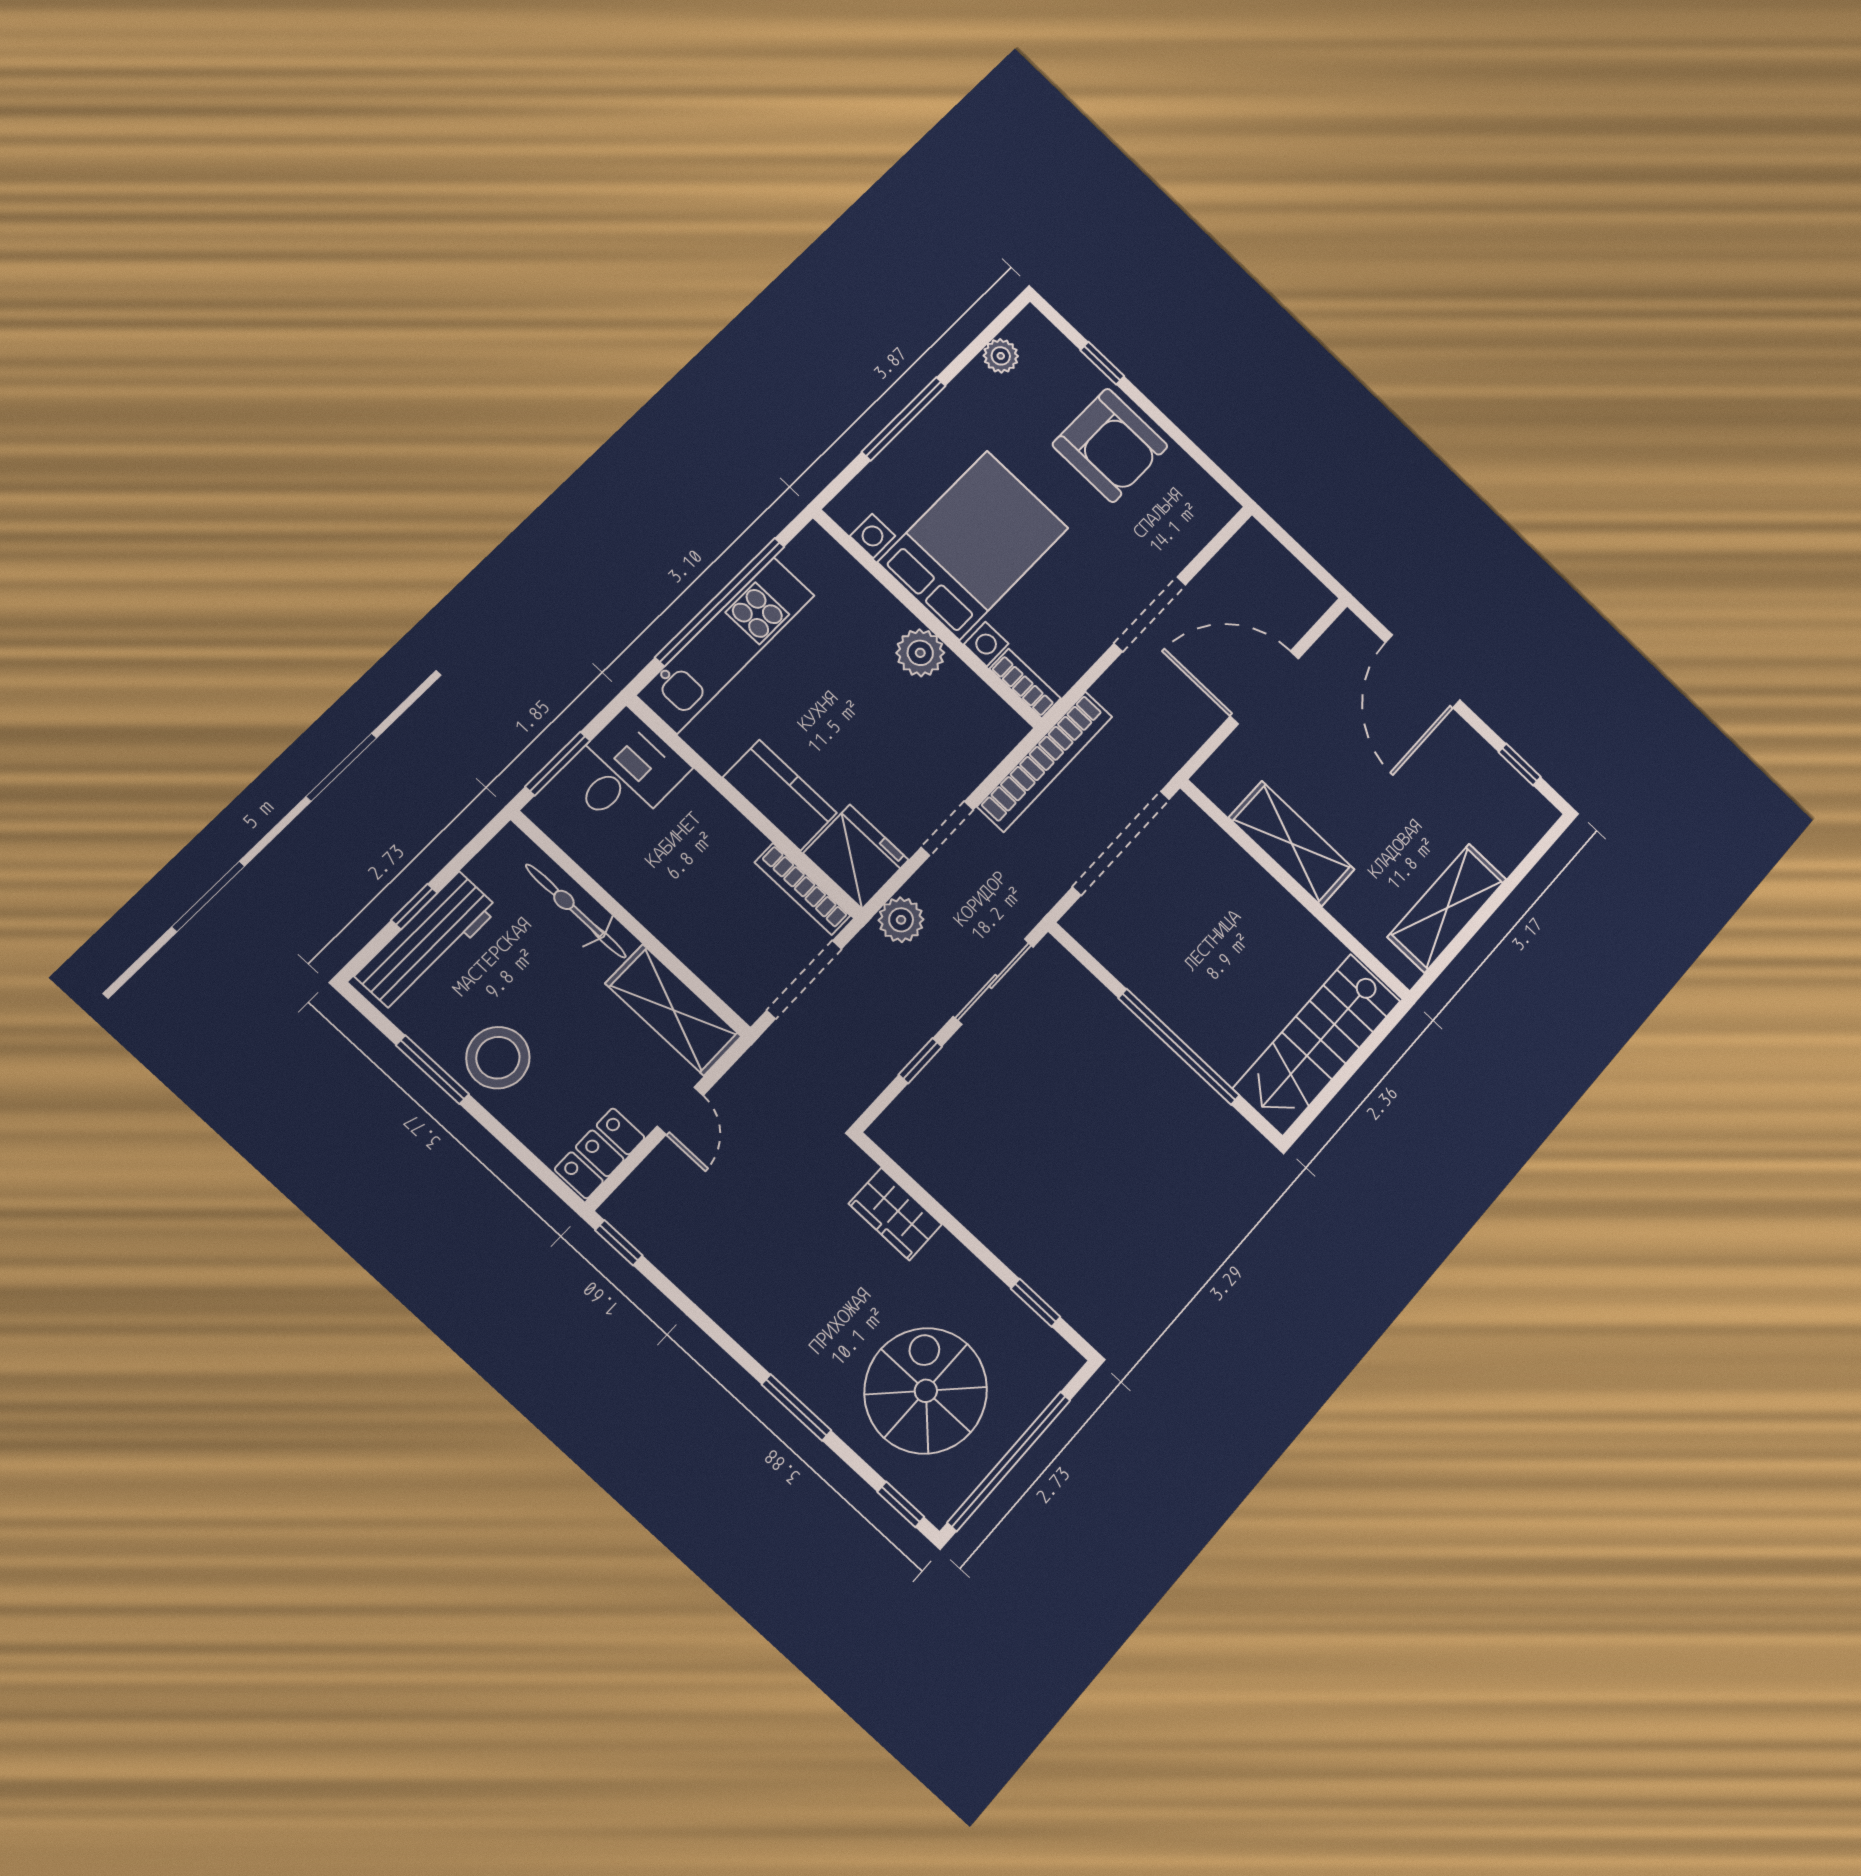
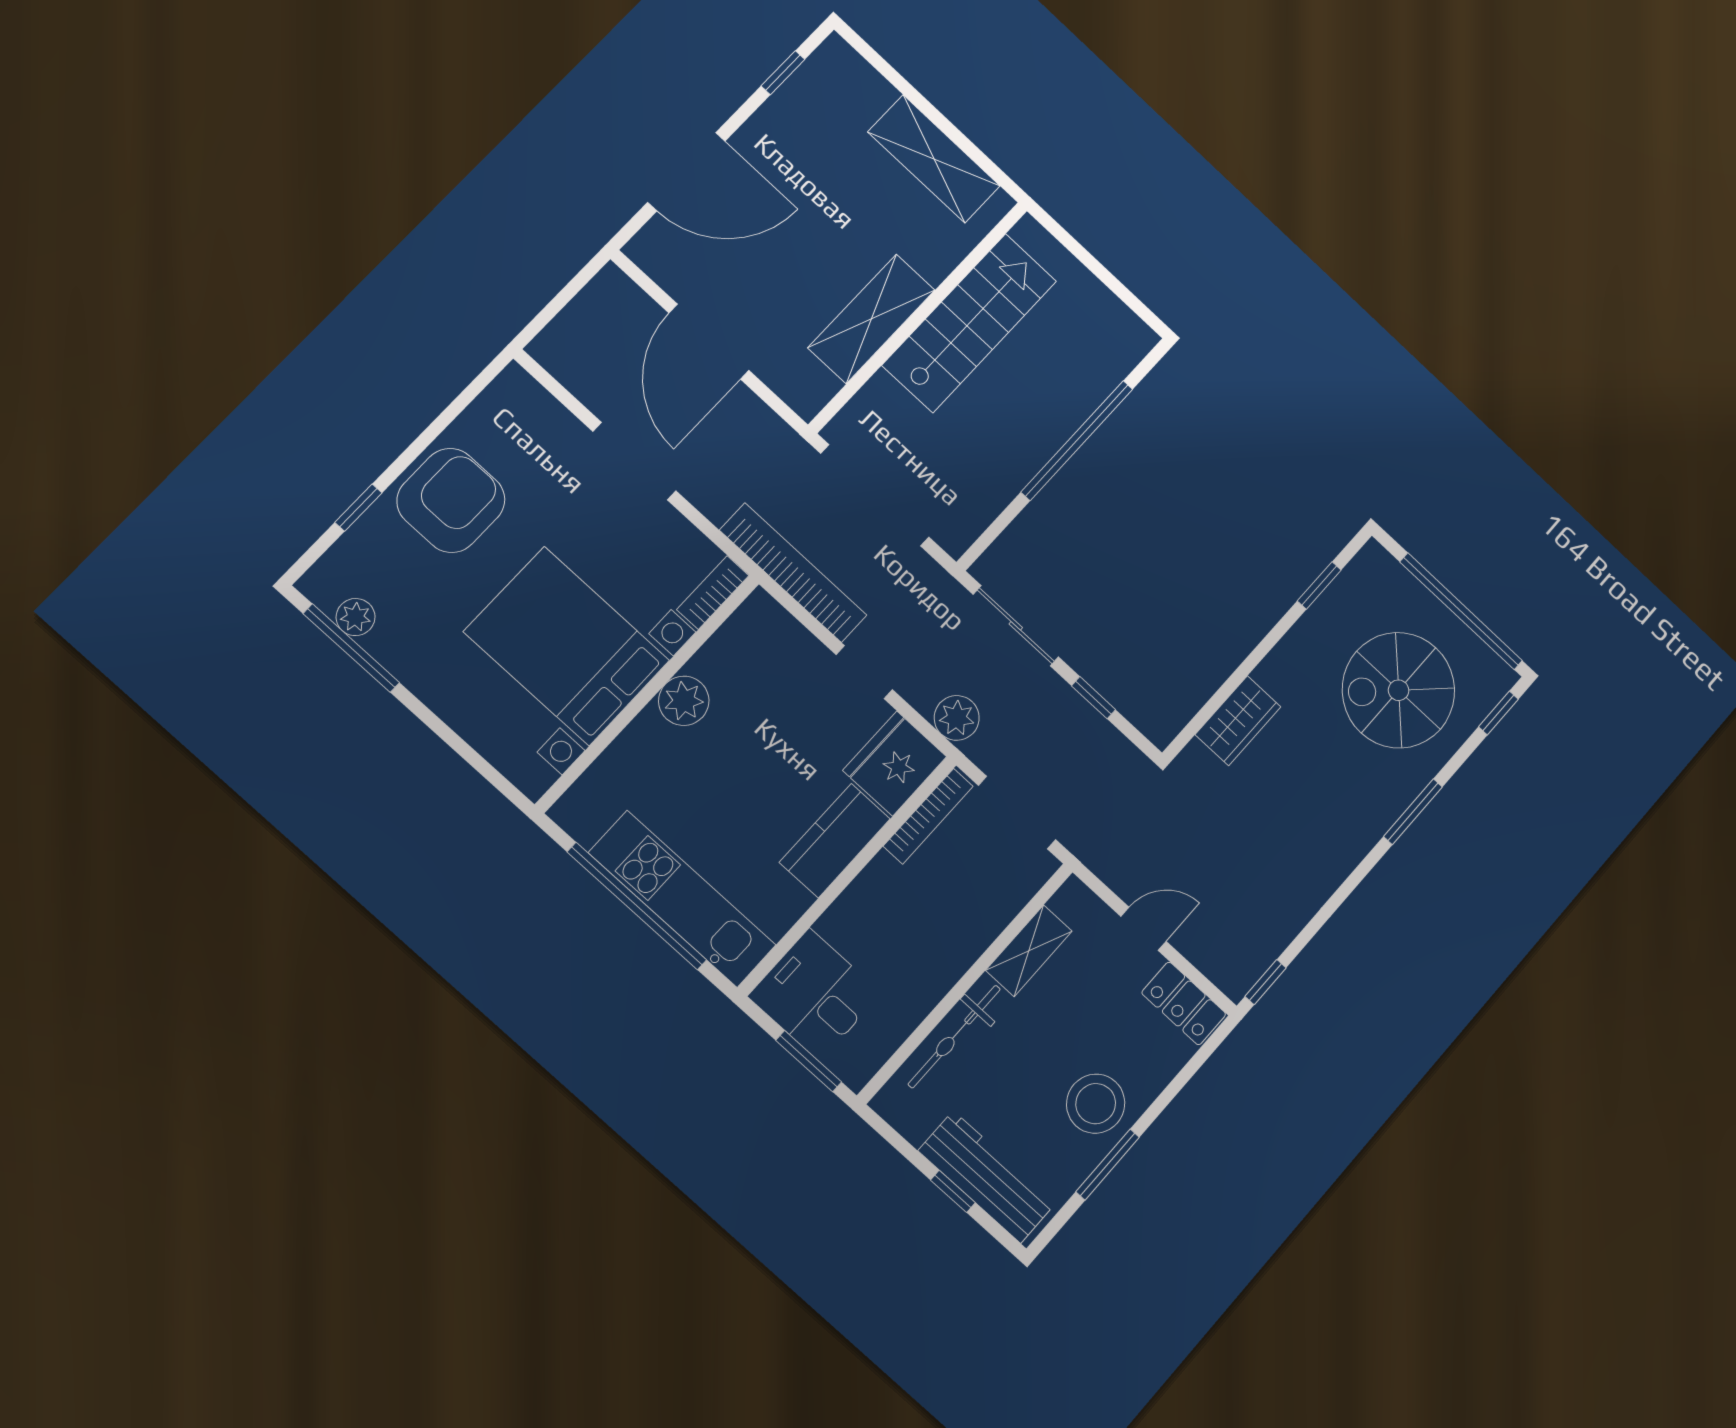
window: (904, 419) -> (351, 648), moved
shelving: (673, 1010) -> (1029, 951), width x0.67, depth x0.75
stairs: (1317, 1045) -> (969, 323), moved, turned -90

